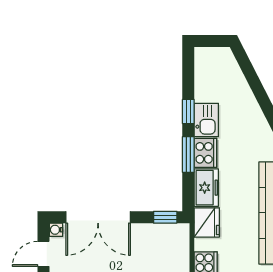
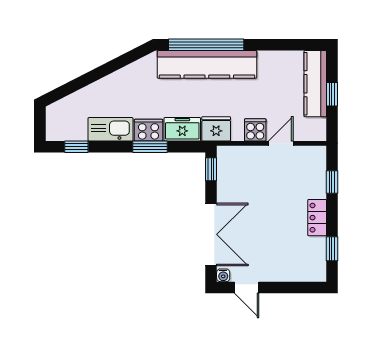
window: (188, 111) -> (76, 147), moved
kitchen sink: (206, 120) -> (110, 129), width x1.38

